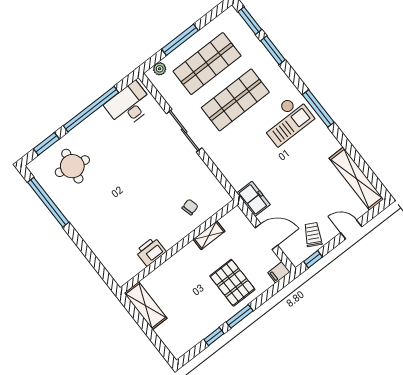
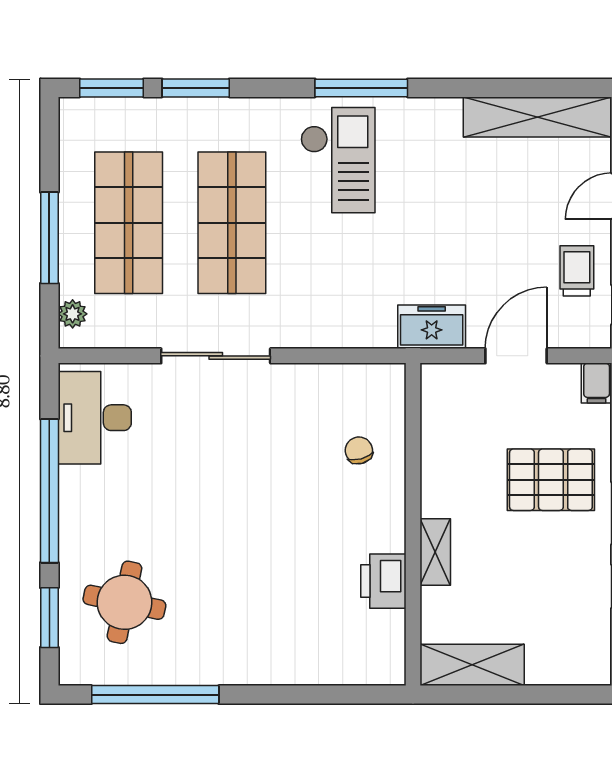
shelving: (209, 235) -> (435, 552), moved
trolley: (313, 235) -> (577, 271), turned 62

